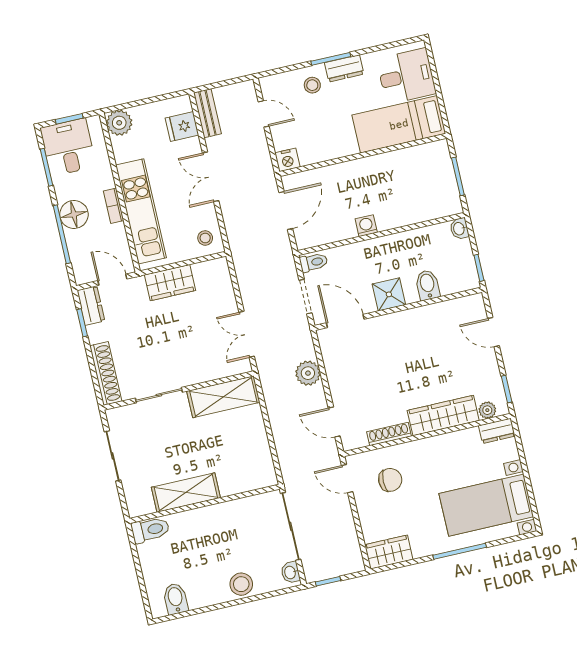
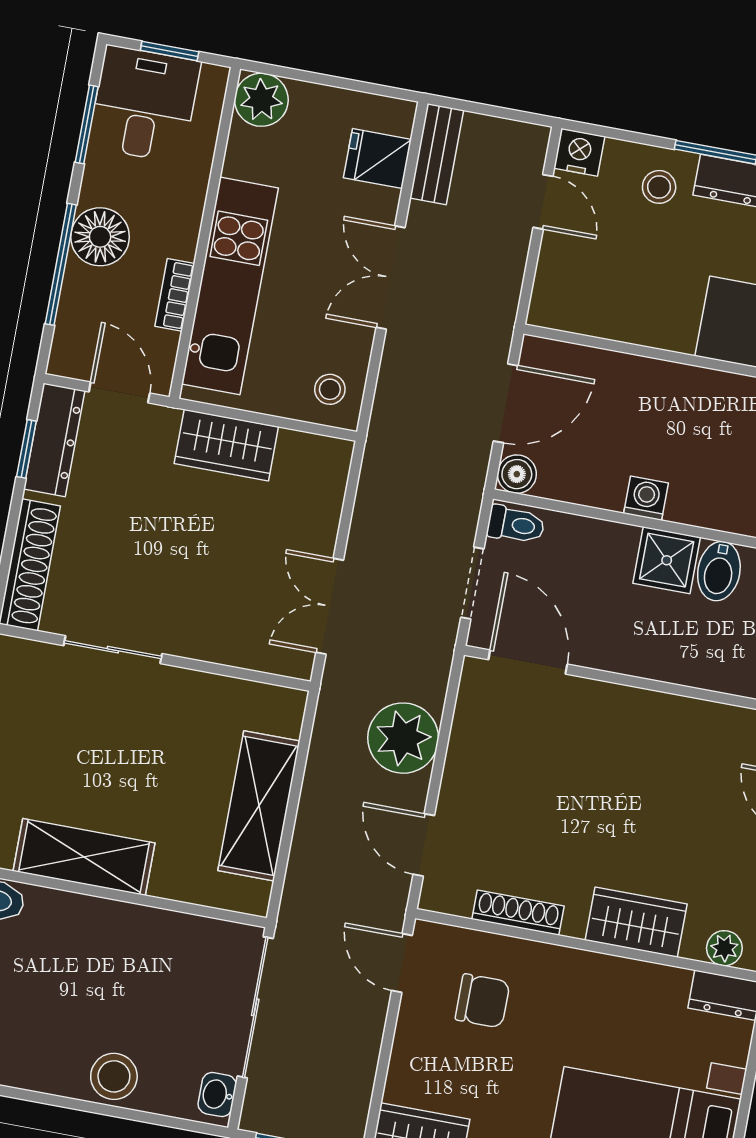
nightstand: (287, 160) -> (579, 152), moved, turned 180
bookcase: (114, 206) -> (175, 295), moved
boiler: (304, 240) -> (517, 474), added
bidet: (428, 285) -> (719, 571), moved, turned 180
shower: (389, 294) -> (667, 560), moved
dresser: (91, 306) -> (54, 440), width x1.44
plant: (308, 373) -> (403, 738), width x1.36, depth x1.36
shelving: (223, 397) -> (259, 806), moved, turned 90
wardrobe: (443, 416) -> (636, 922), width x0.67

